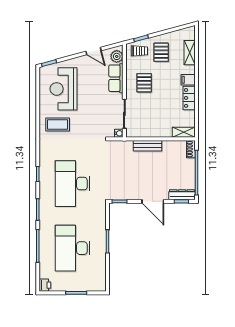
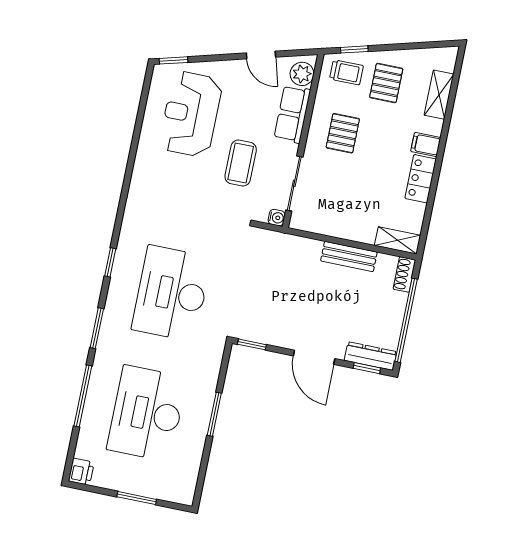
coffee table: (58, 125) -> (241, 163), moved, turned 90
bench: (148, 146) -> (349, 256), moved

